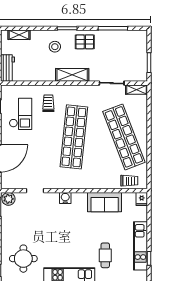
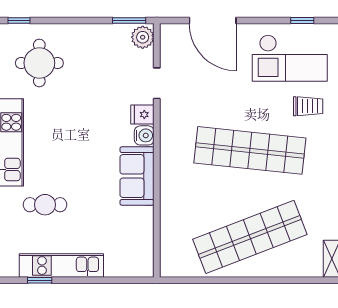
checkout: (20, 114) -> (290, 58), width x1.36, depth x1.21
trolley: (129, 181) -> (174, 246), removed
fridge: (142, 199) -> (142, 115), moved
sofa: (105, 202) -> (137, 176), moved

